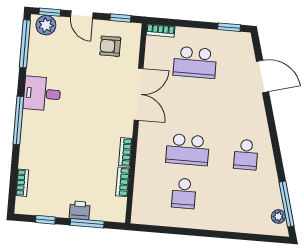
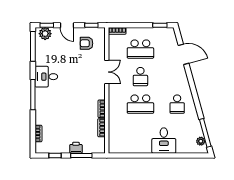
double door: (139, 94) -> (107, 72), width x0.73
school desk: (184, 193) -> (140, 77), moved
desk: (220, 211) -> (164, 140), added

